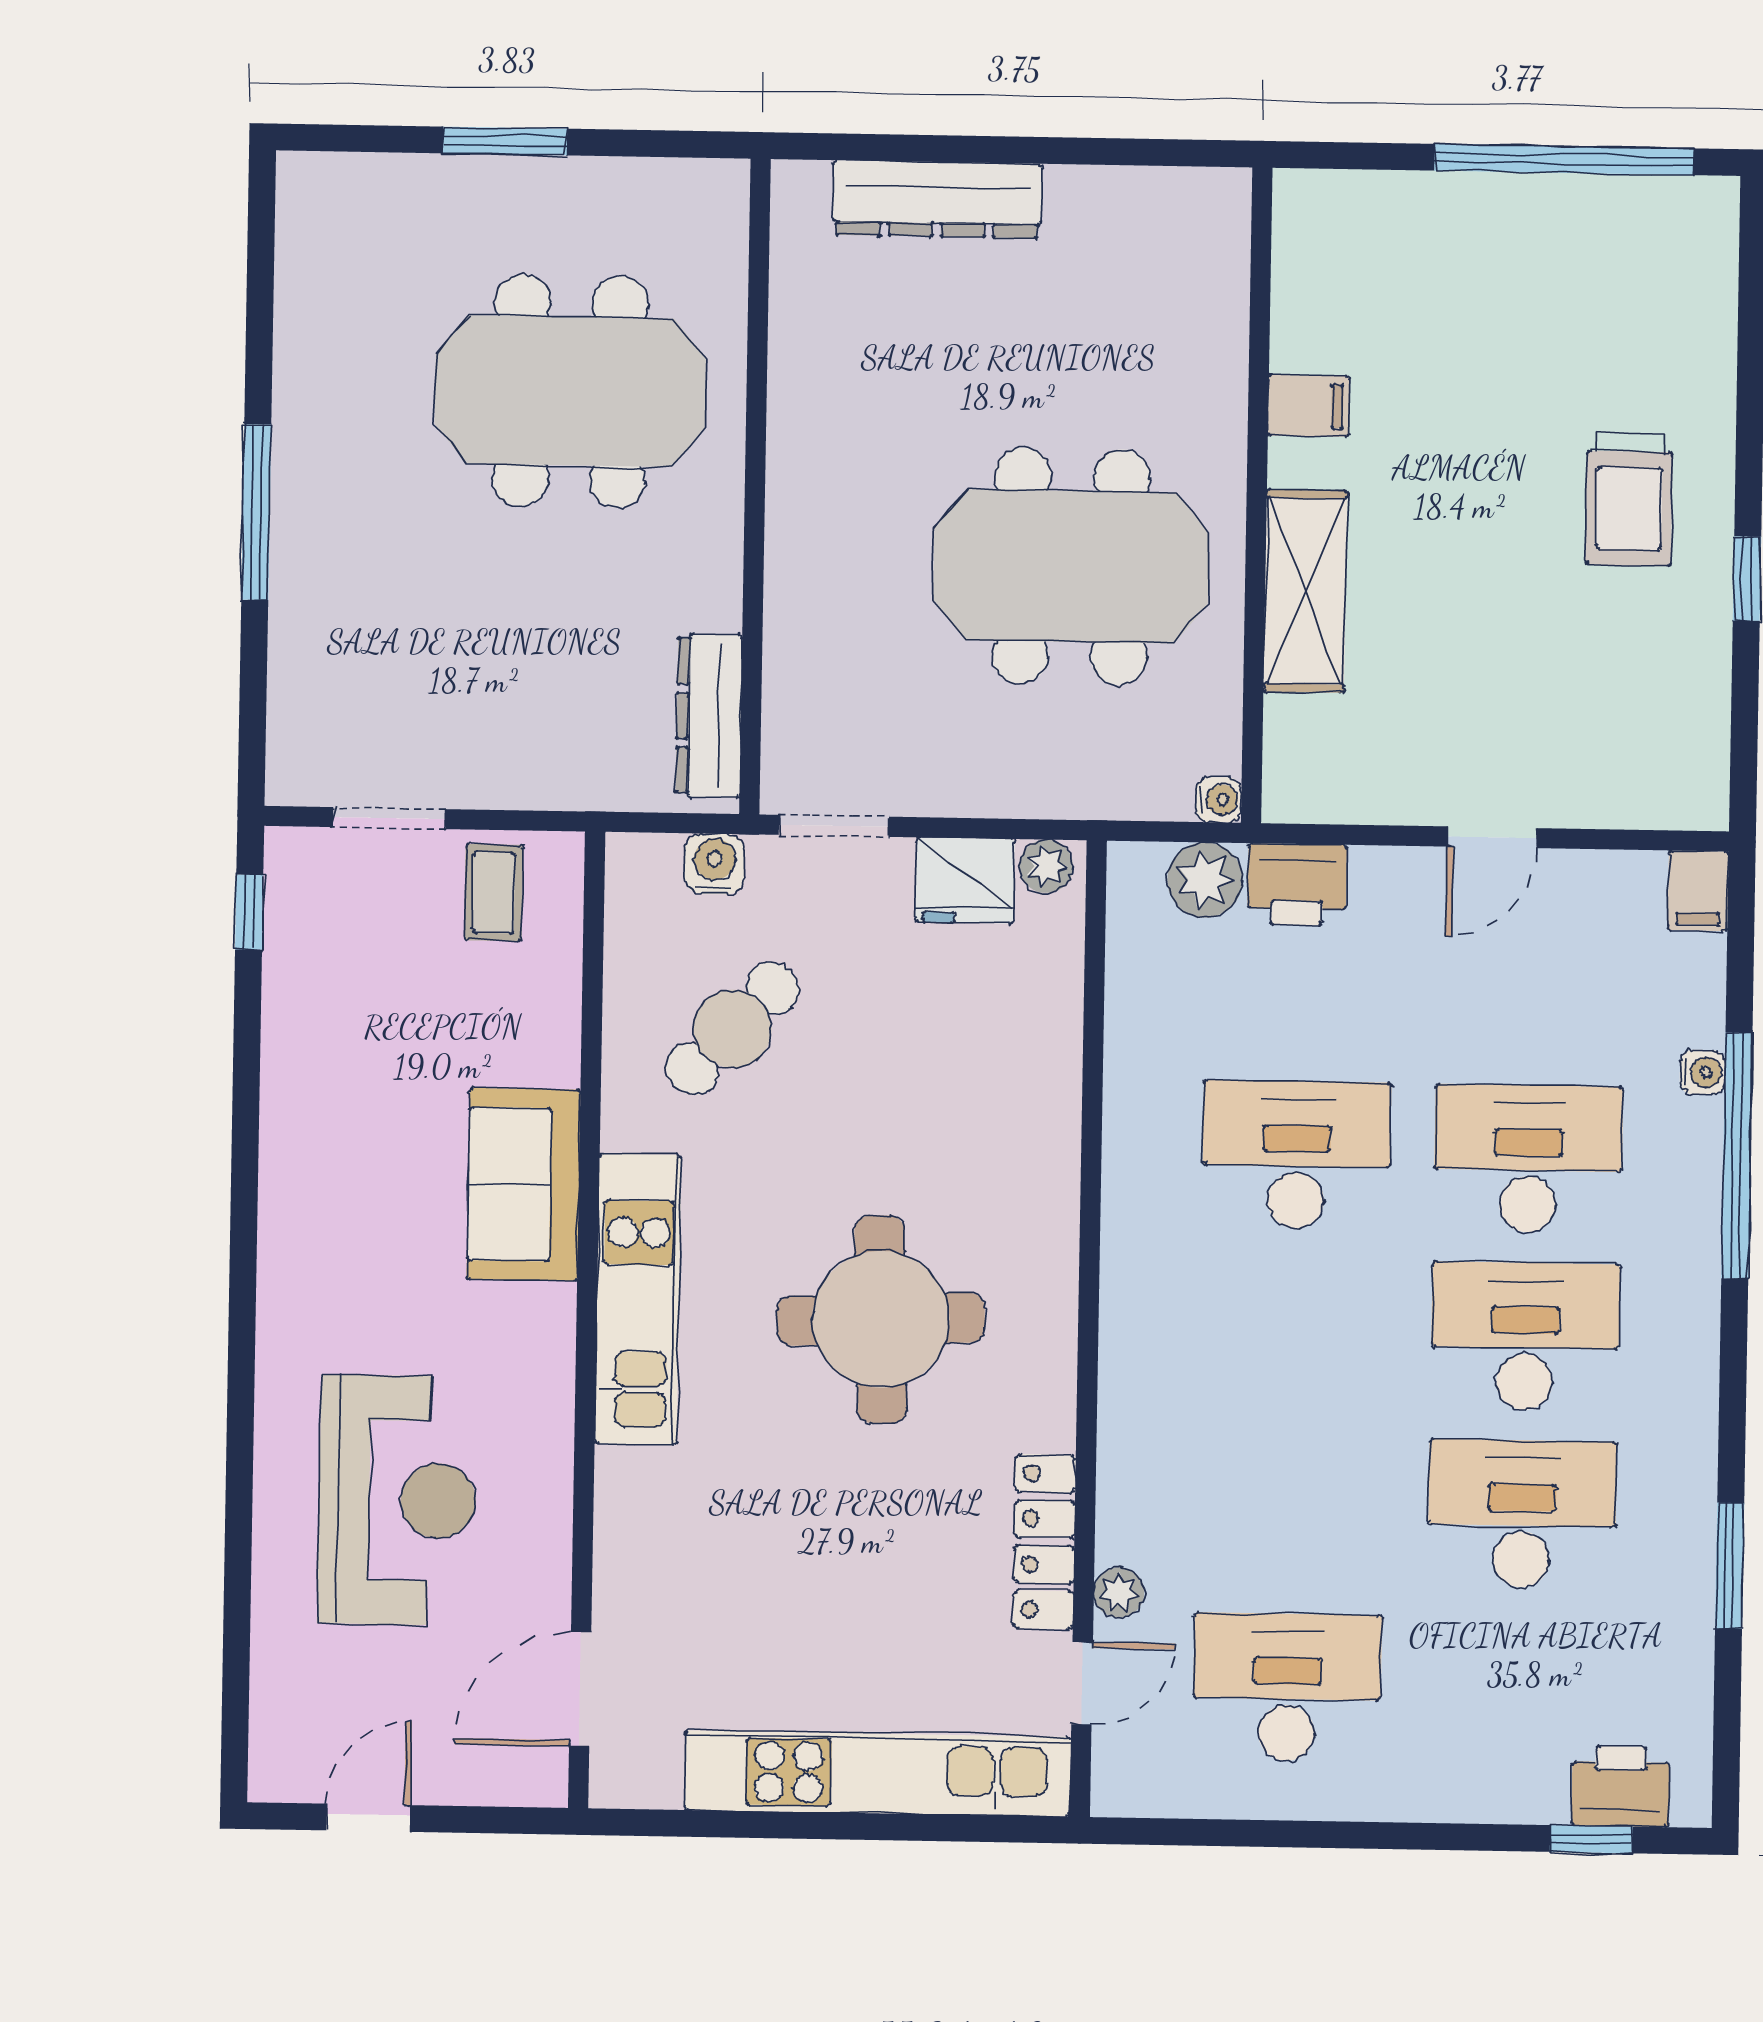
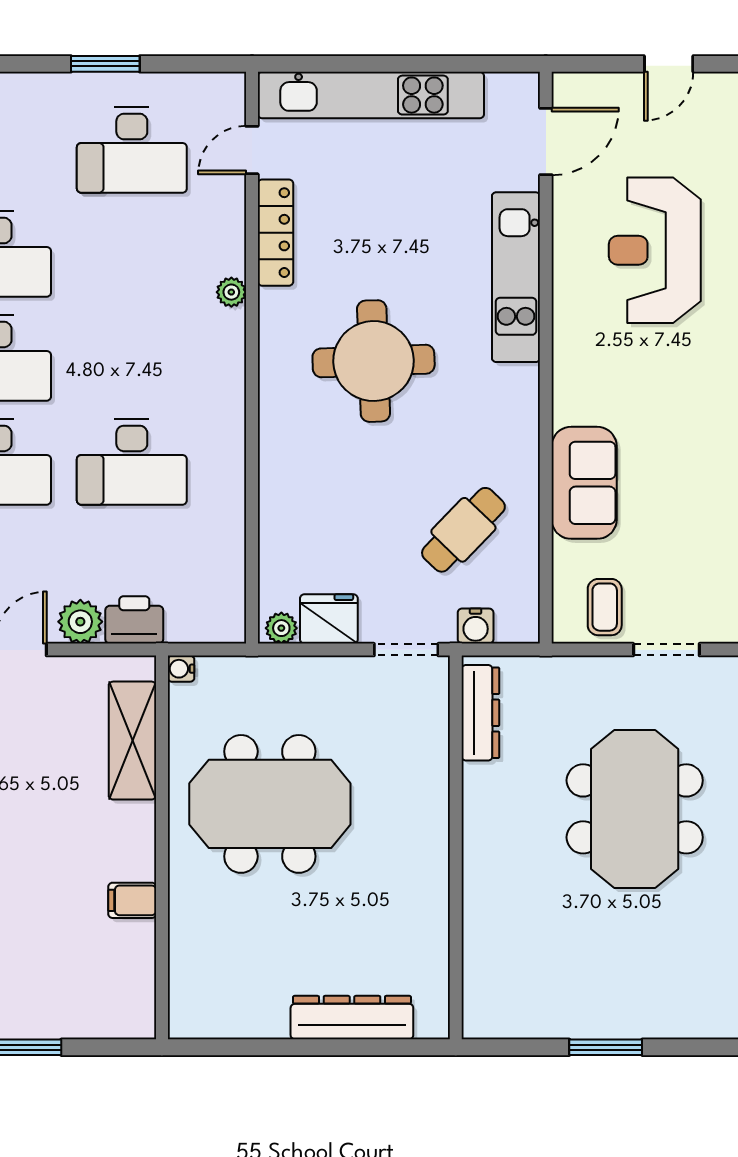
meeting table: (570, 391) -> (635, 809), moved, turned 90
shelving: (1305, 591) -> (132, 741), moved
plant: (1205, 880) -> (80, 622), moved
sofa: (524, 1184) -> (584, 483), moved
kitchen unit: (638, 1299) -> (516, 277), moved
plant: (1119, 1592) -> (231, 292), moved
window: (1330, 1835) -> (105, 64), added

